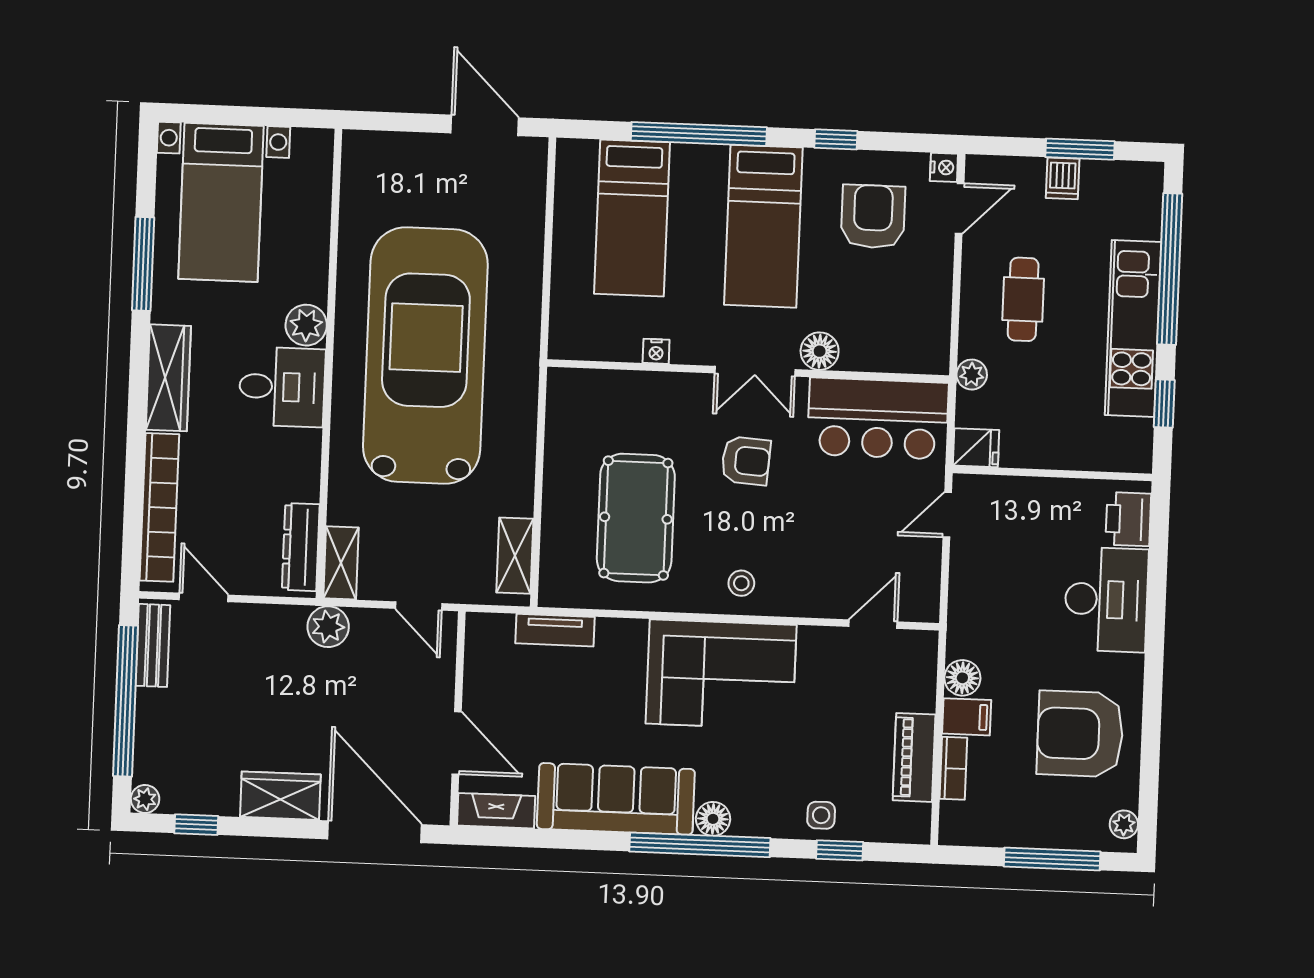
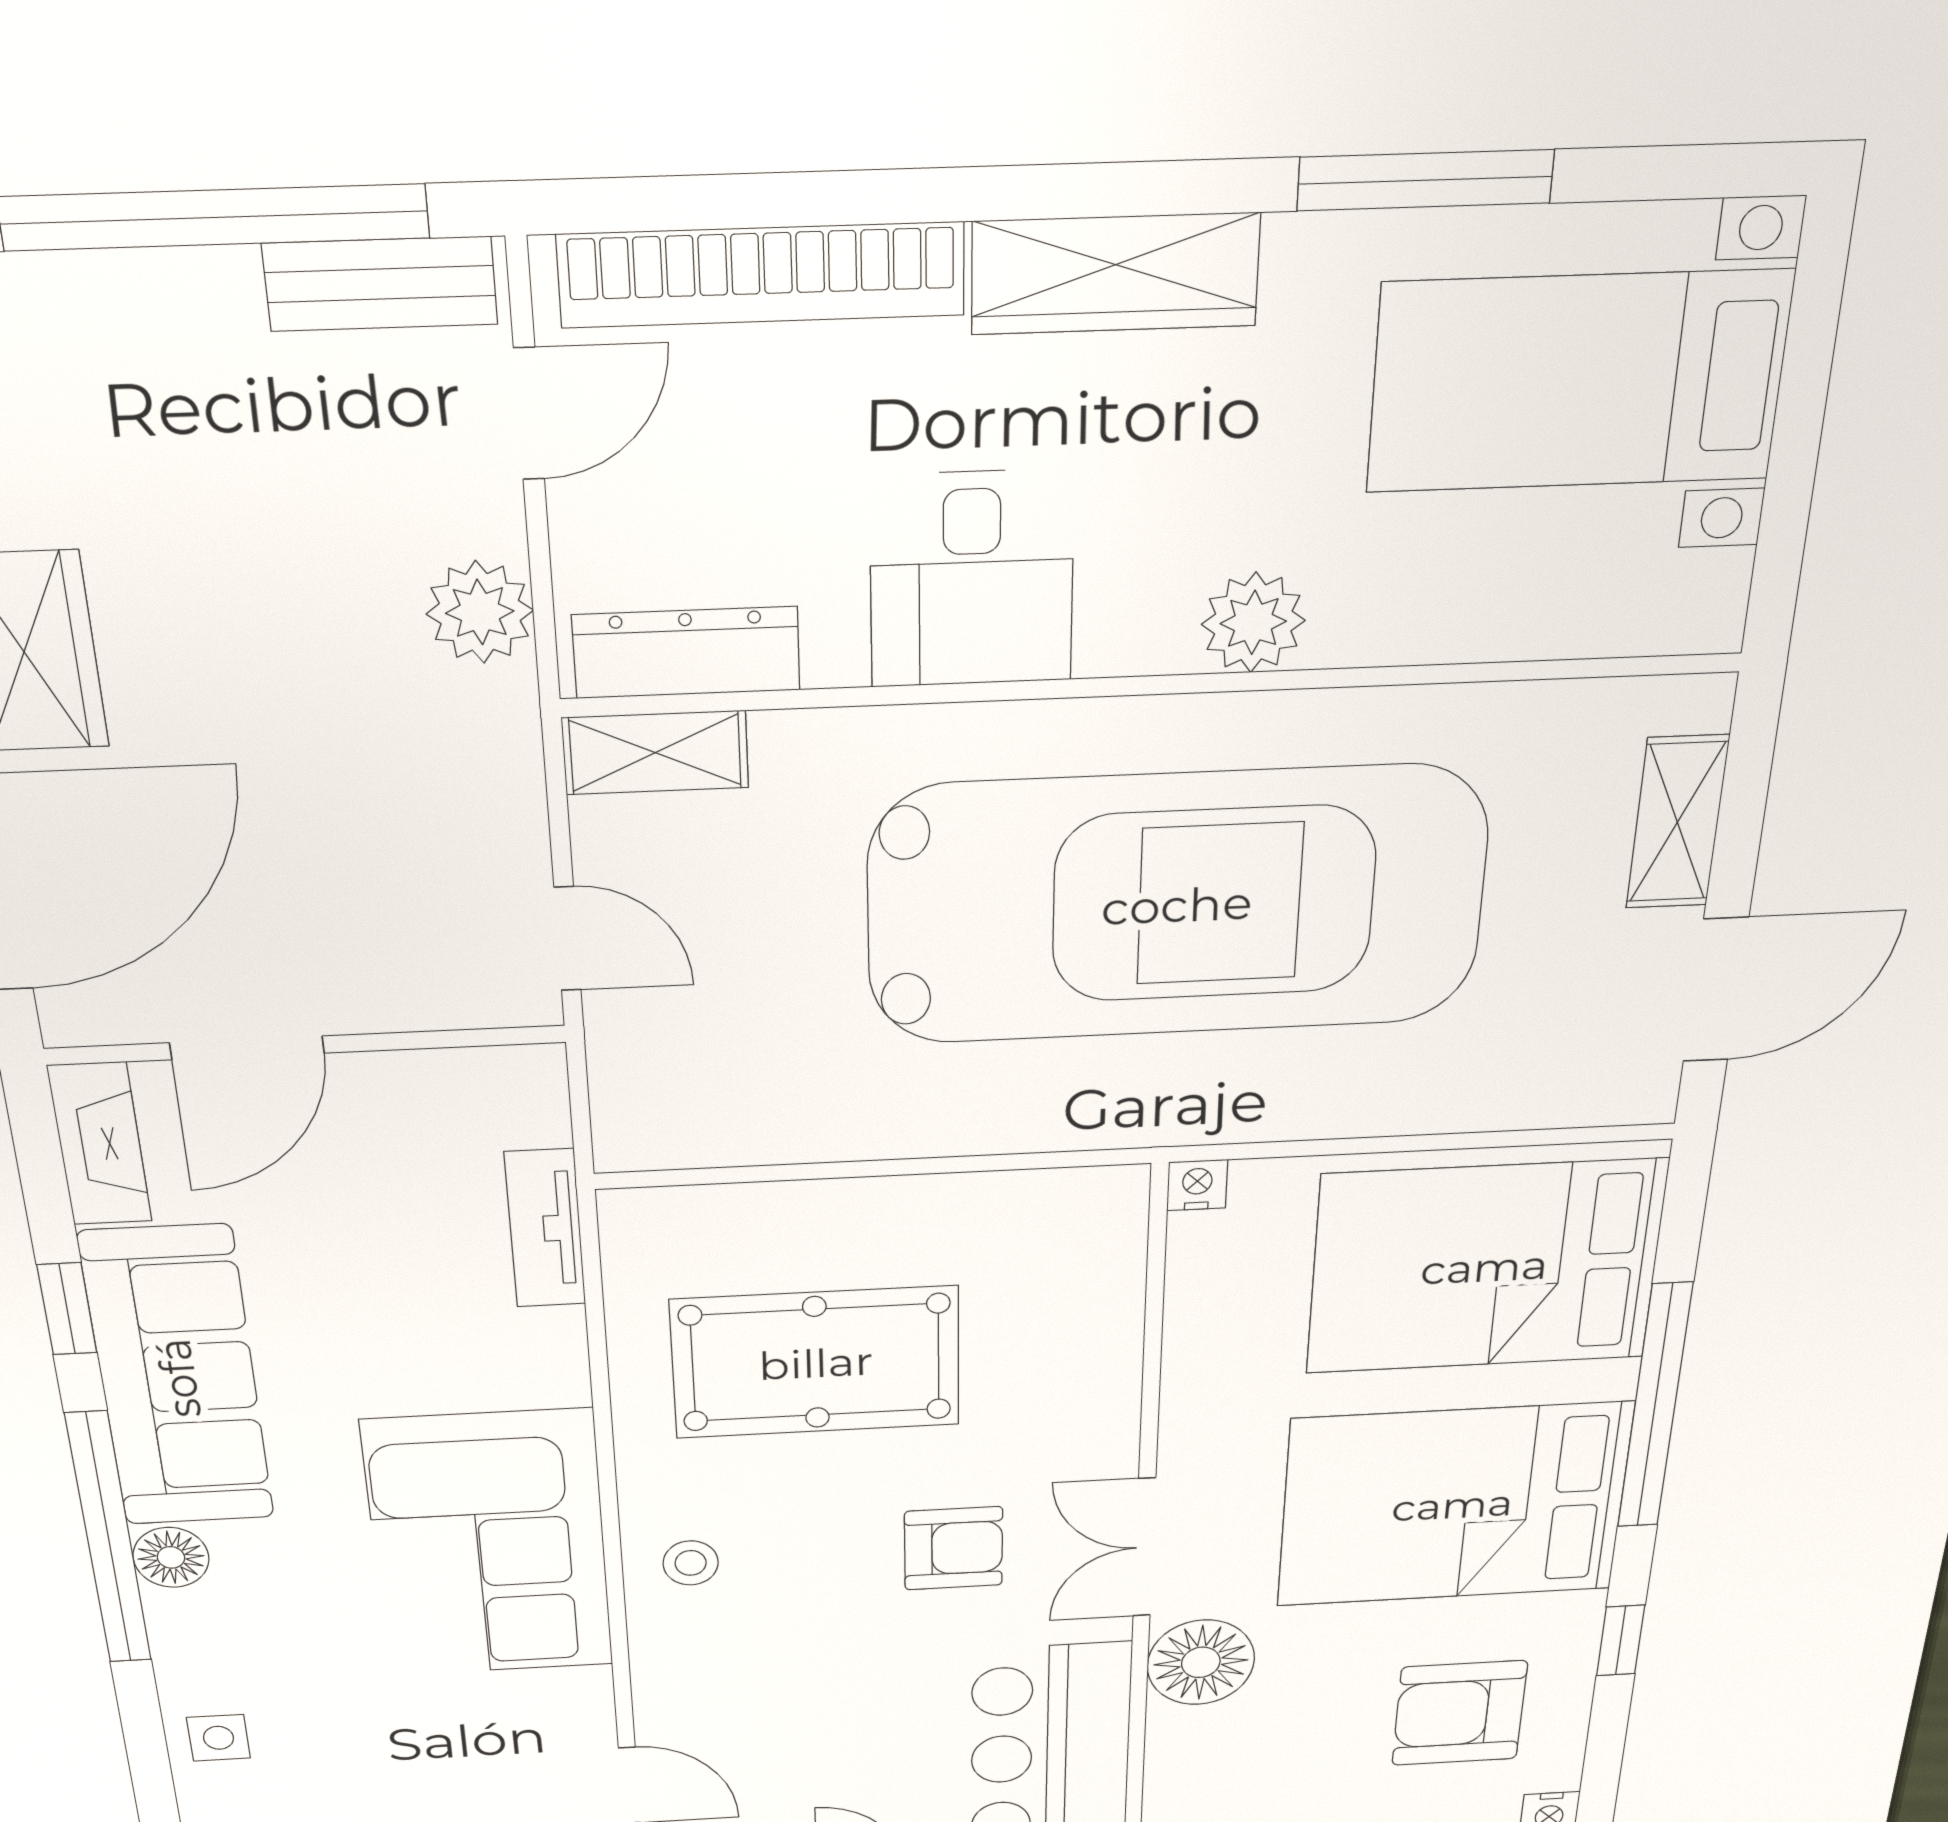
armchair: (873, 217) -> (1459, 1713), turned 180
bed: (632, 218) -> (1485, 1267), width x1.50
bed: (763, 226) -> (1453, 1505), width x1.50
nightstand: (656, 351) -> (1197, 1185), moved, turned 90
floor lamp: (820, 351) -> (1201, 1662), width x1.38, depth x1.38
desk: (282, 387) -> (972, 579), moved
armchair: (746, 461) -> (954, 1548), turned -94
shelving: (515, 556) -> (1677, 822), moved, turned 90
door: (419, 606) -> (567, 939), swing flipped
plant: (328, 627) -> (480, 612), moved
window: (840, 850) -> (67, 1309), moved

